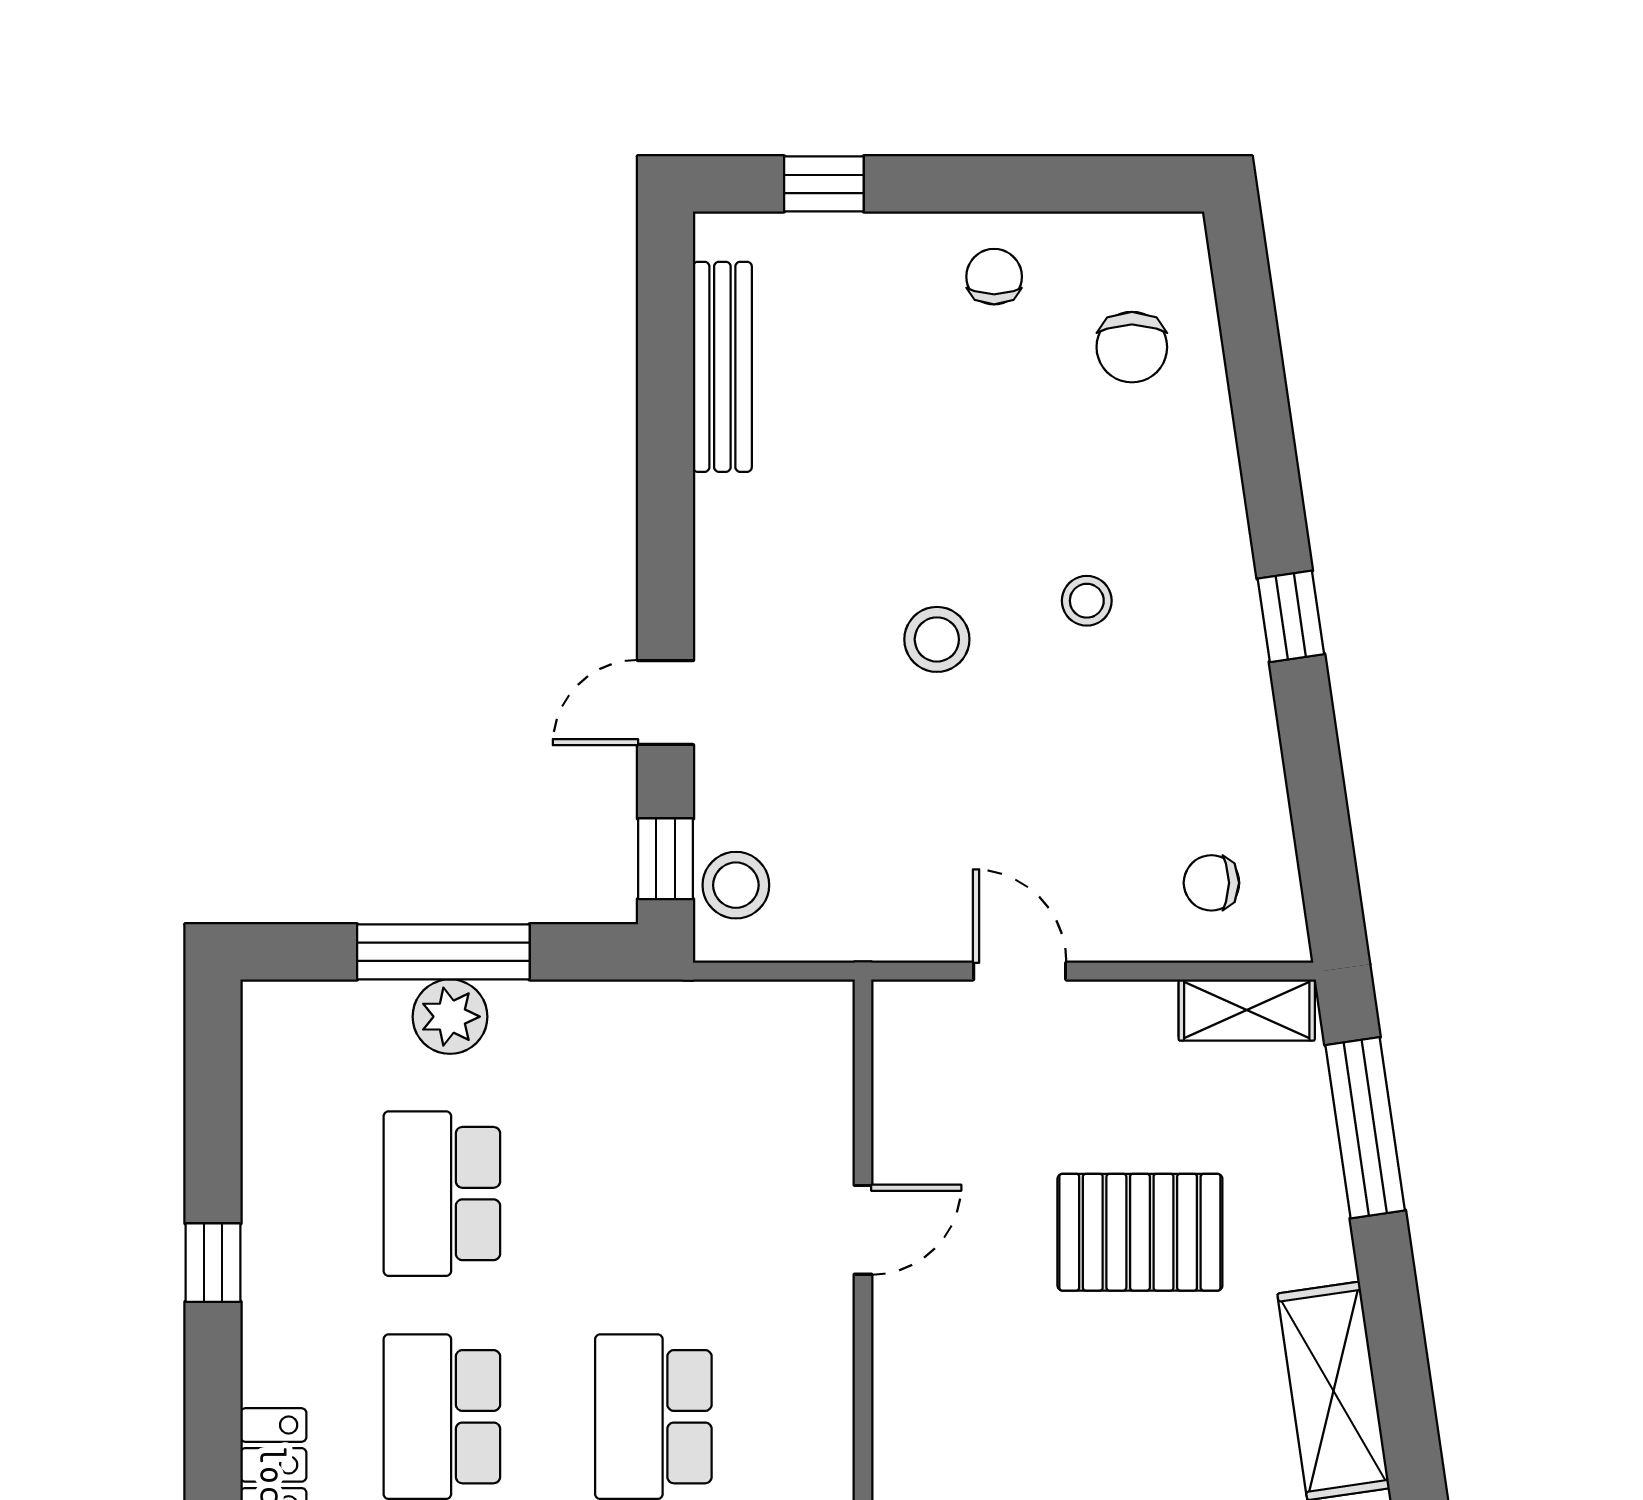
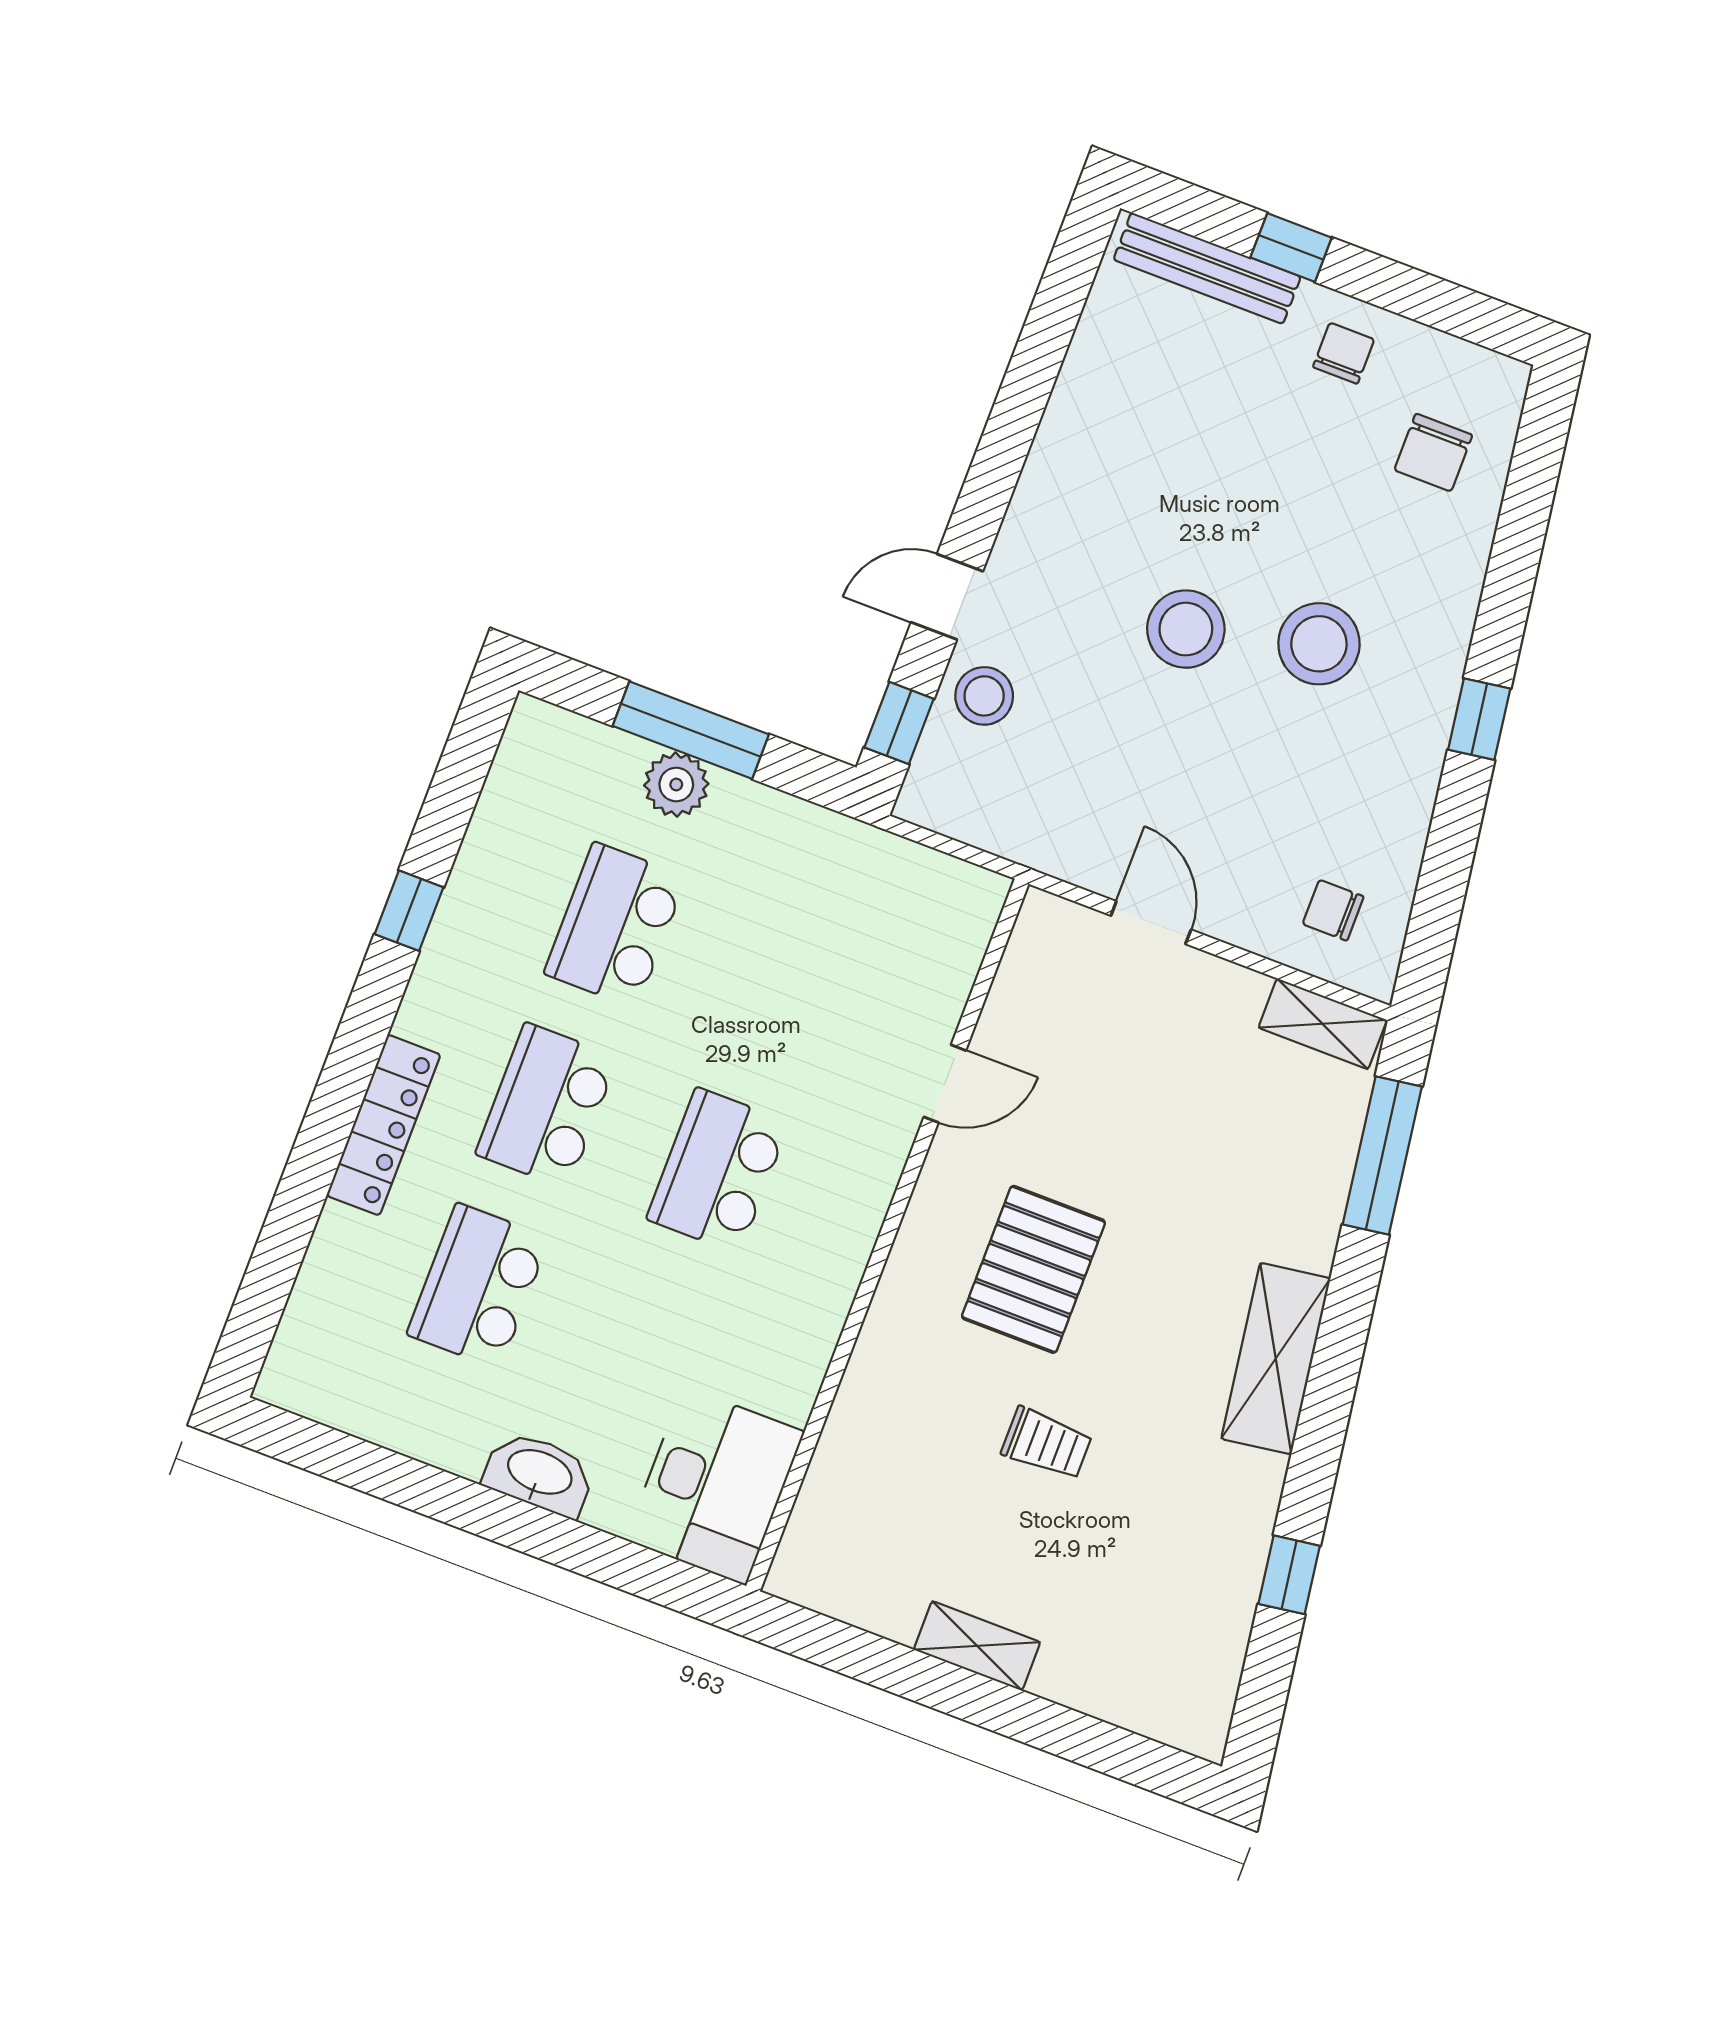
window: (824, 184) -> (1291, 247), moved
bench: (722, 367) -> (1207, 268), moved, turned 90
stool: (1087, 601) -> (1319, 644), width x1.89, depth x1.89
stool: (937, 639) -> (1186, 629), width x1.38, depth x1.38
stool: (736, 885) -> (984, 696), moved
pallet: (1140, 1232) -> (1033, 1269), moved, turned 90

